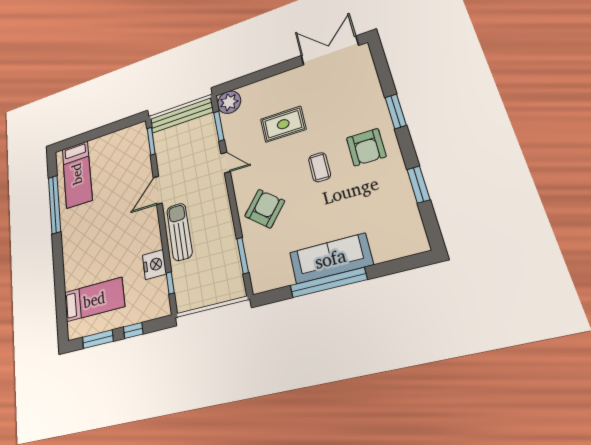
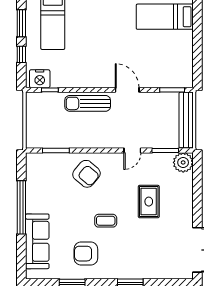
armchair: (366, 147) -> (86, 254), moved
sun lounger: (179, 232) -> (88, 103), turned 180
sofa: (331, 259) -> (37, 241), moved
nightstand: (154, 265) -> (40, 79), moved

